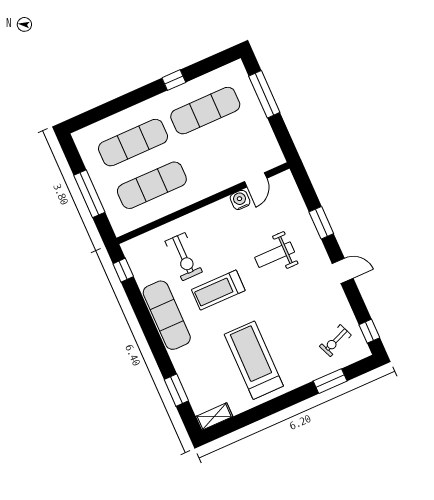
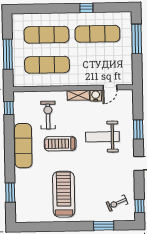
weight bench: (275, 255) -> (102, 137), width x1.36, depth x1.33
exercise bike: (184, 257) -> (48, 115), turned 180
shelving: (214, 416) -> (78, 95), moved

